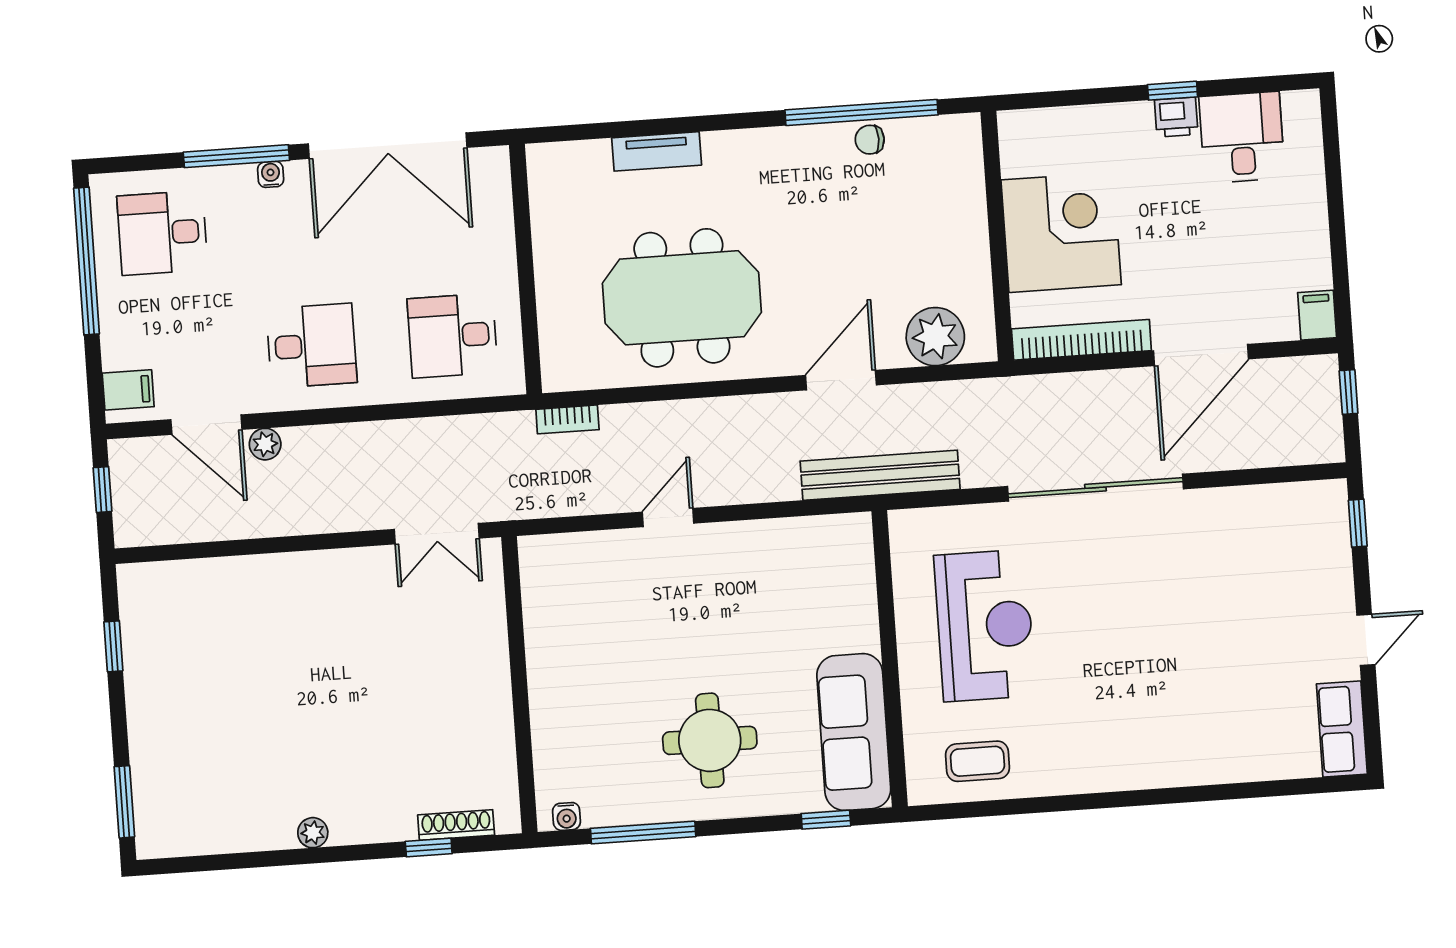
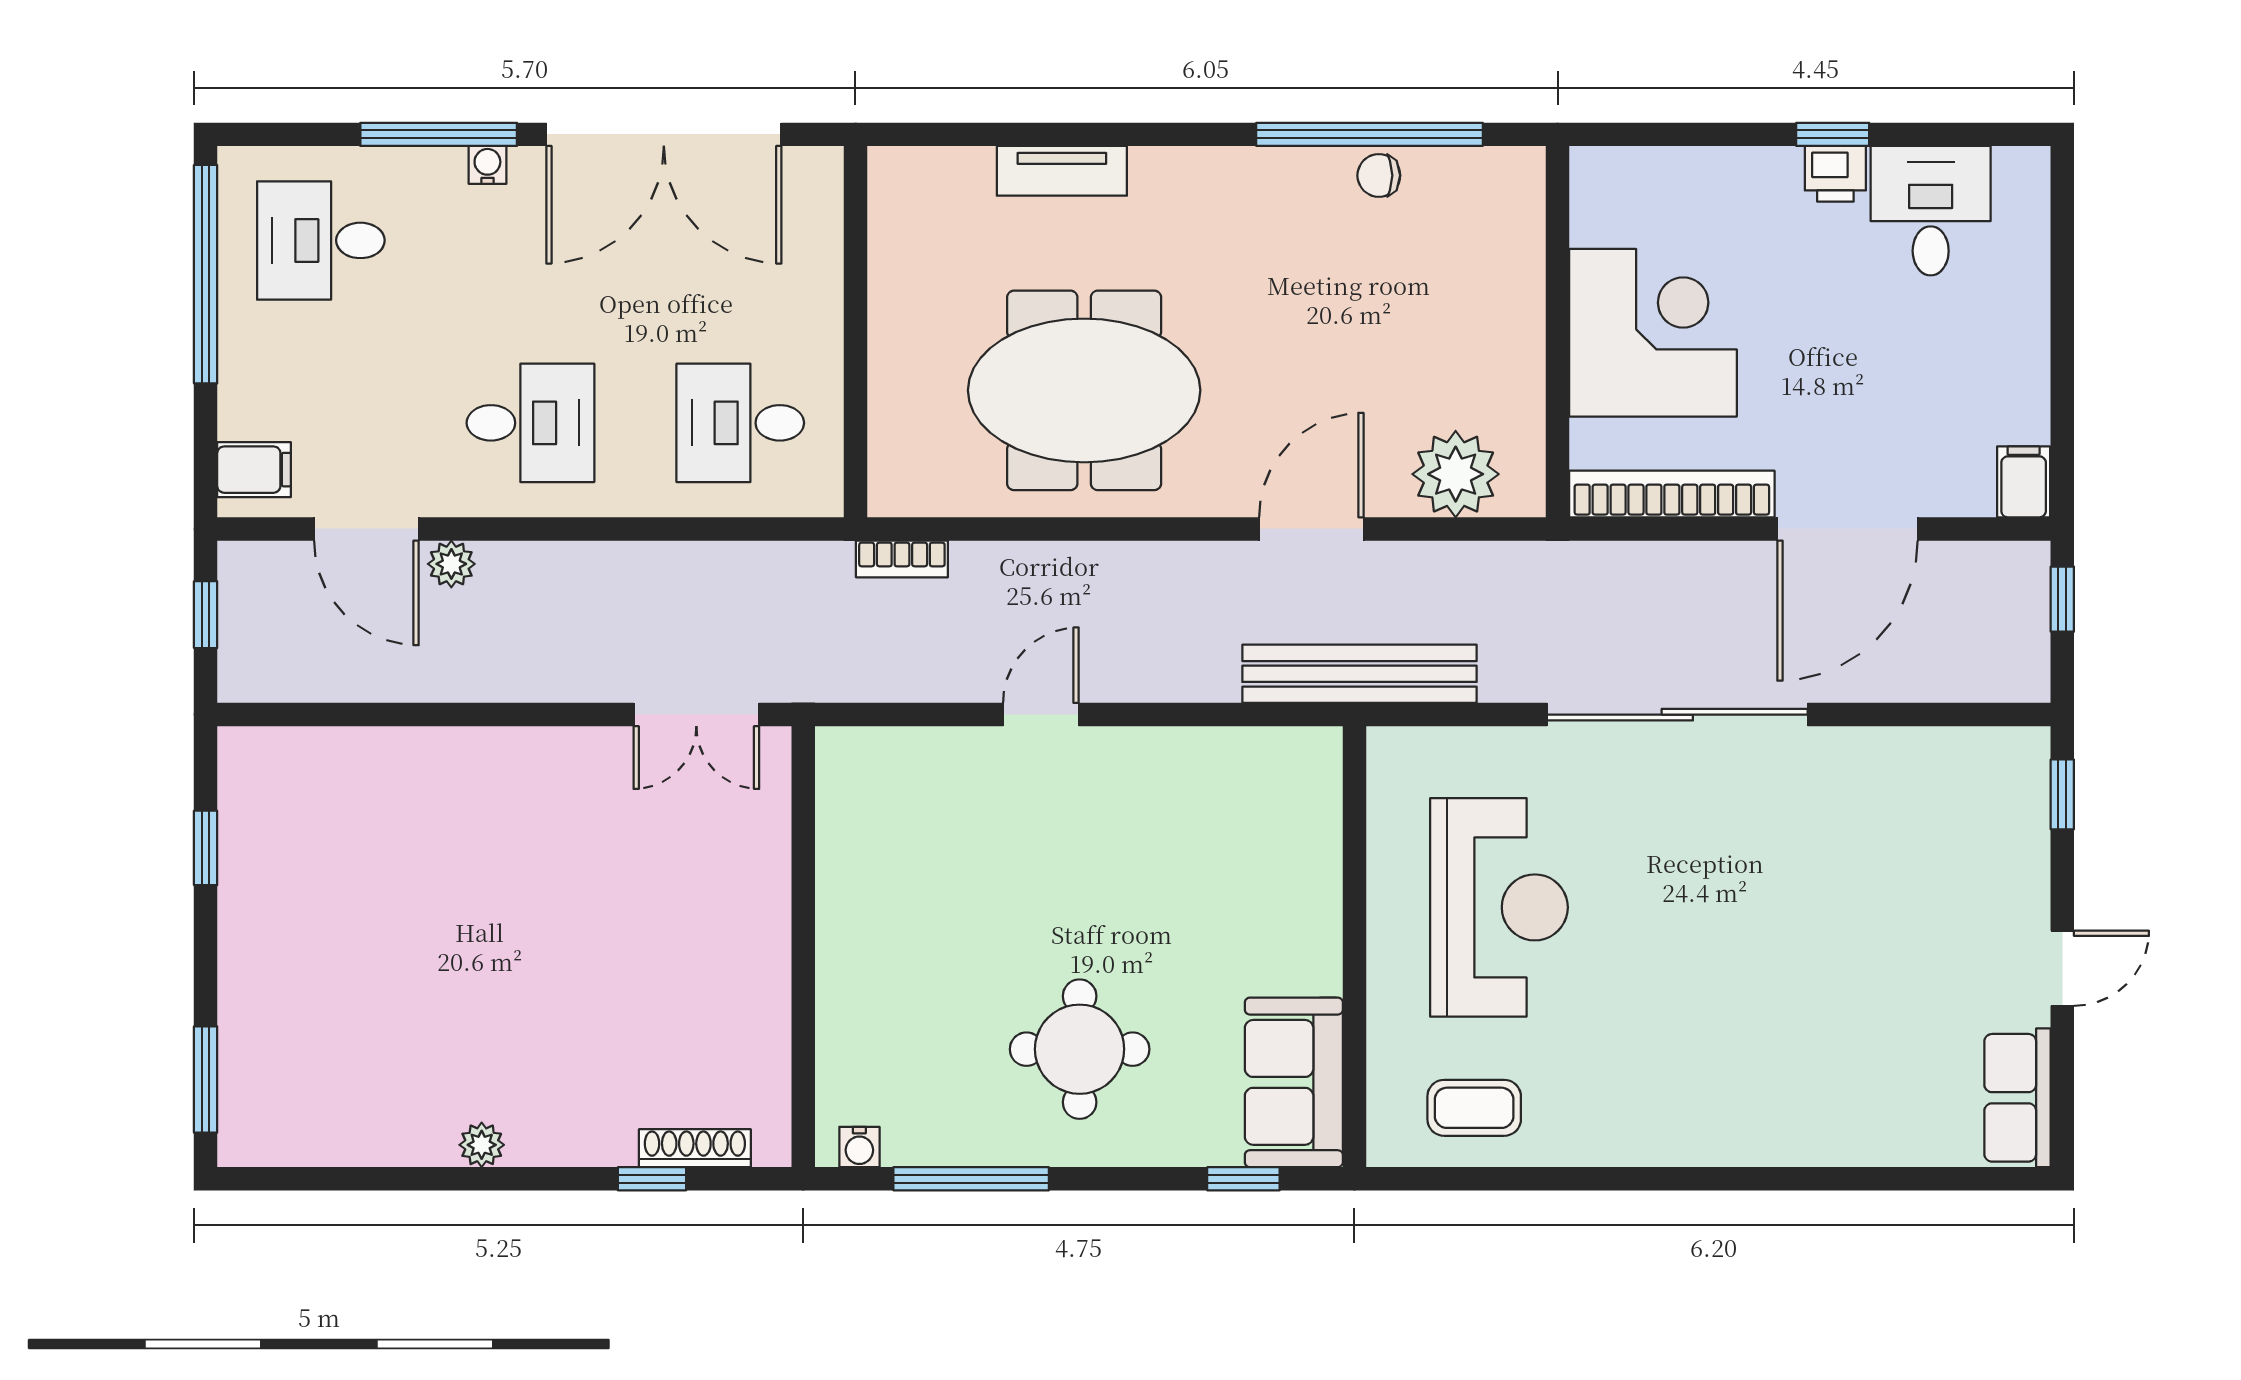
sofa: (854, 732) -> (1294, 1082), width x0.73

